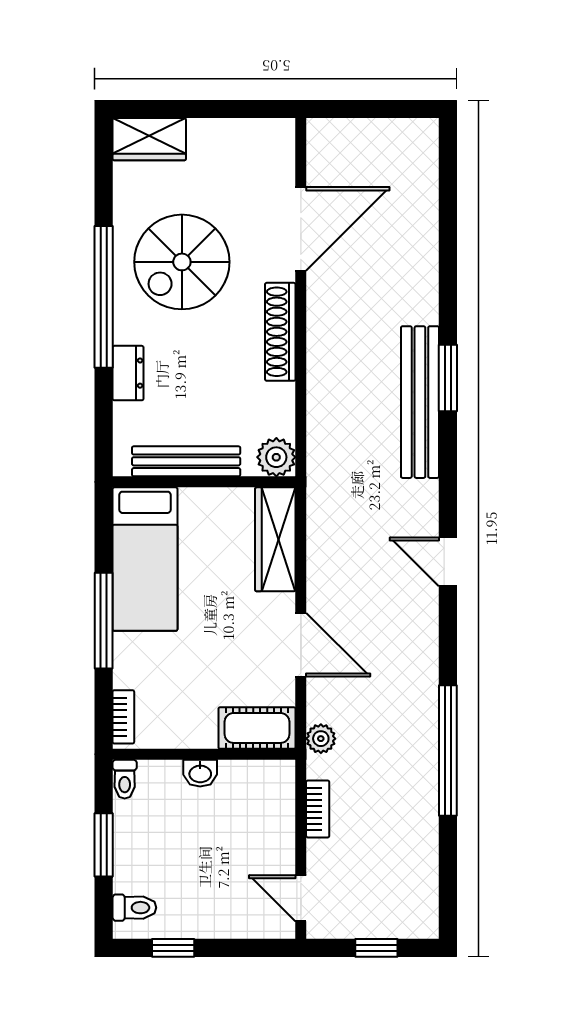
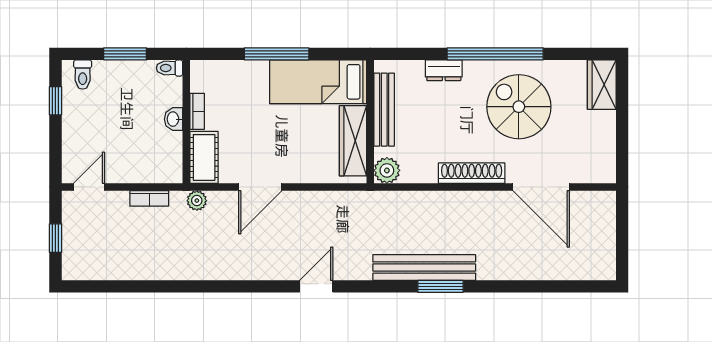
wardrobe: (275, 539) -> (353, 141), moved, turned -90
bookcase: (123, 717) -> (197, 111), moved, turned -90
window: (448, 751) -> (189, 286), removed

